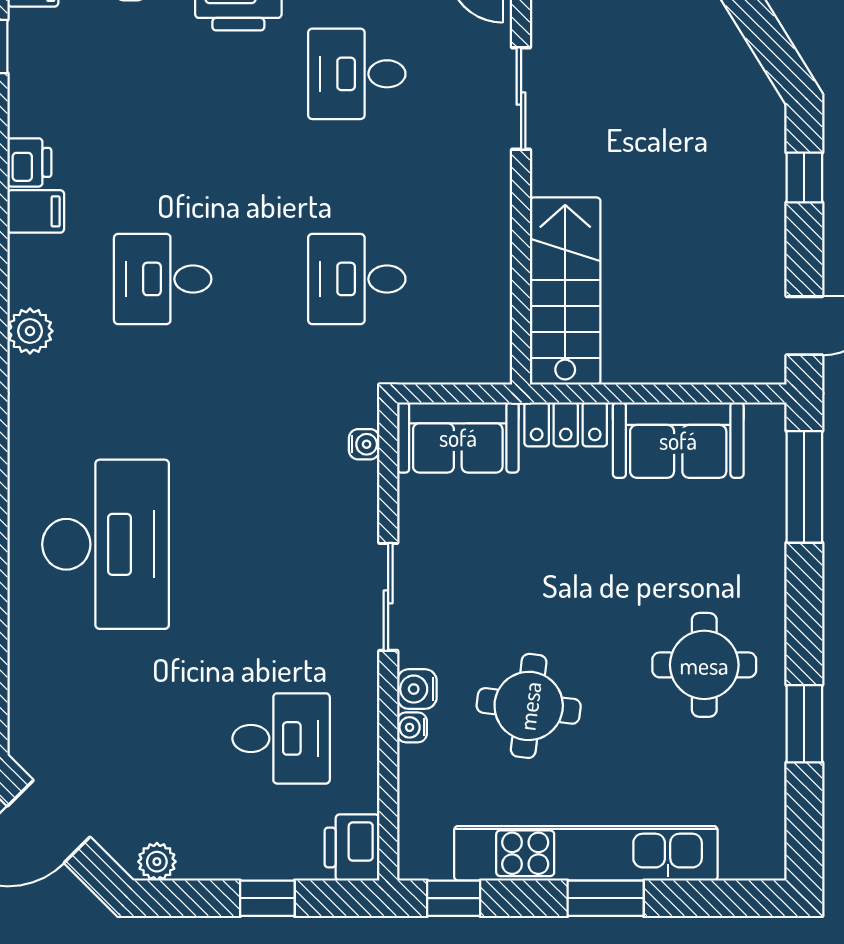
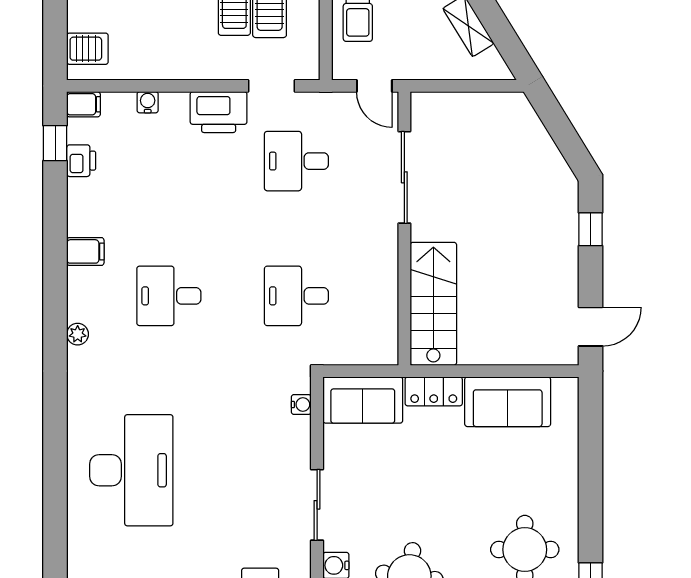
sliding door: (521, 99) -> (404, 177), width x1.37
printer: (29, 162) -> (81, 161), moved
plant: (30, 331) -> (78, 334), width x0.73, depth x0.73
window: (804, 487) -> (591, 433), removed

